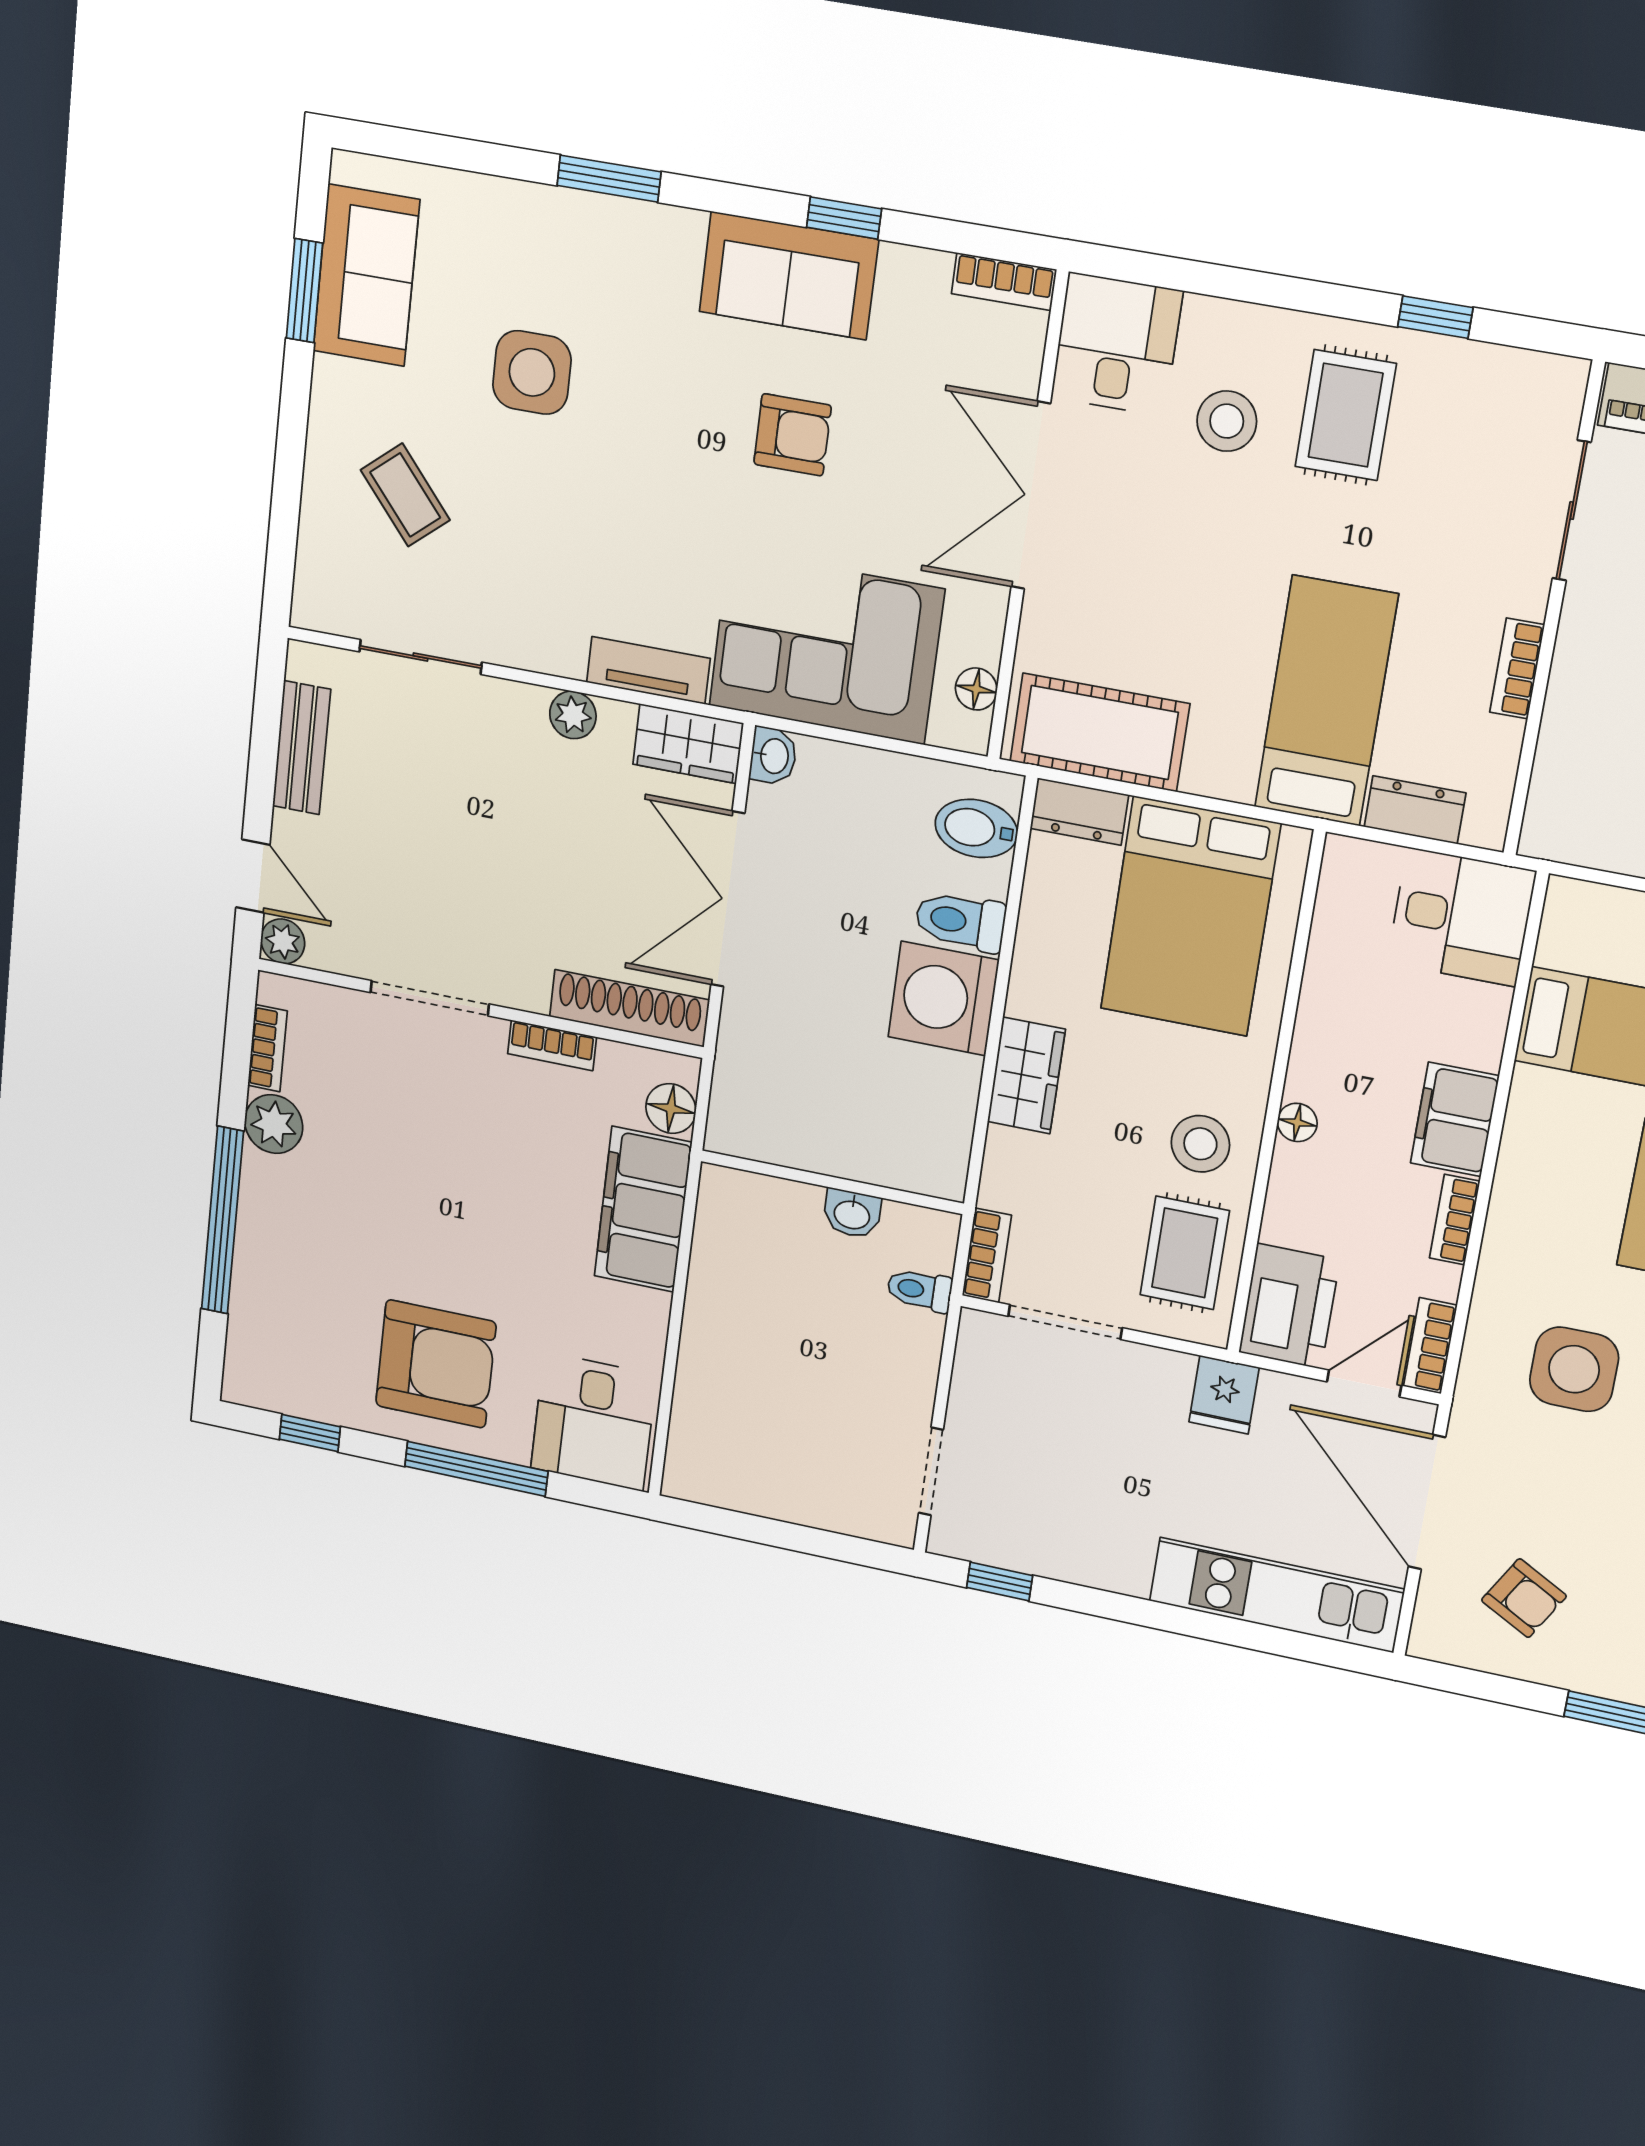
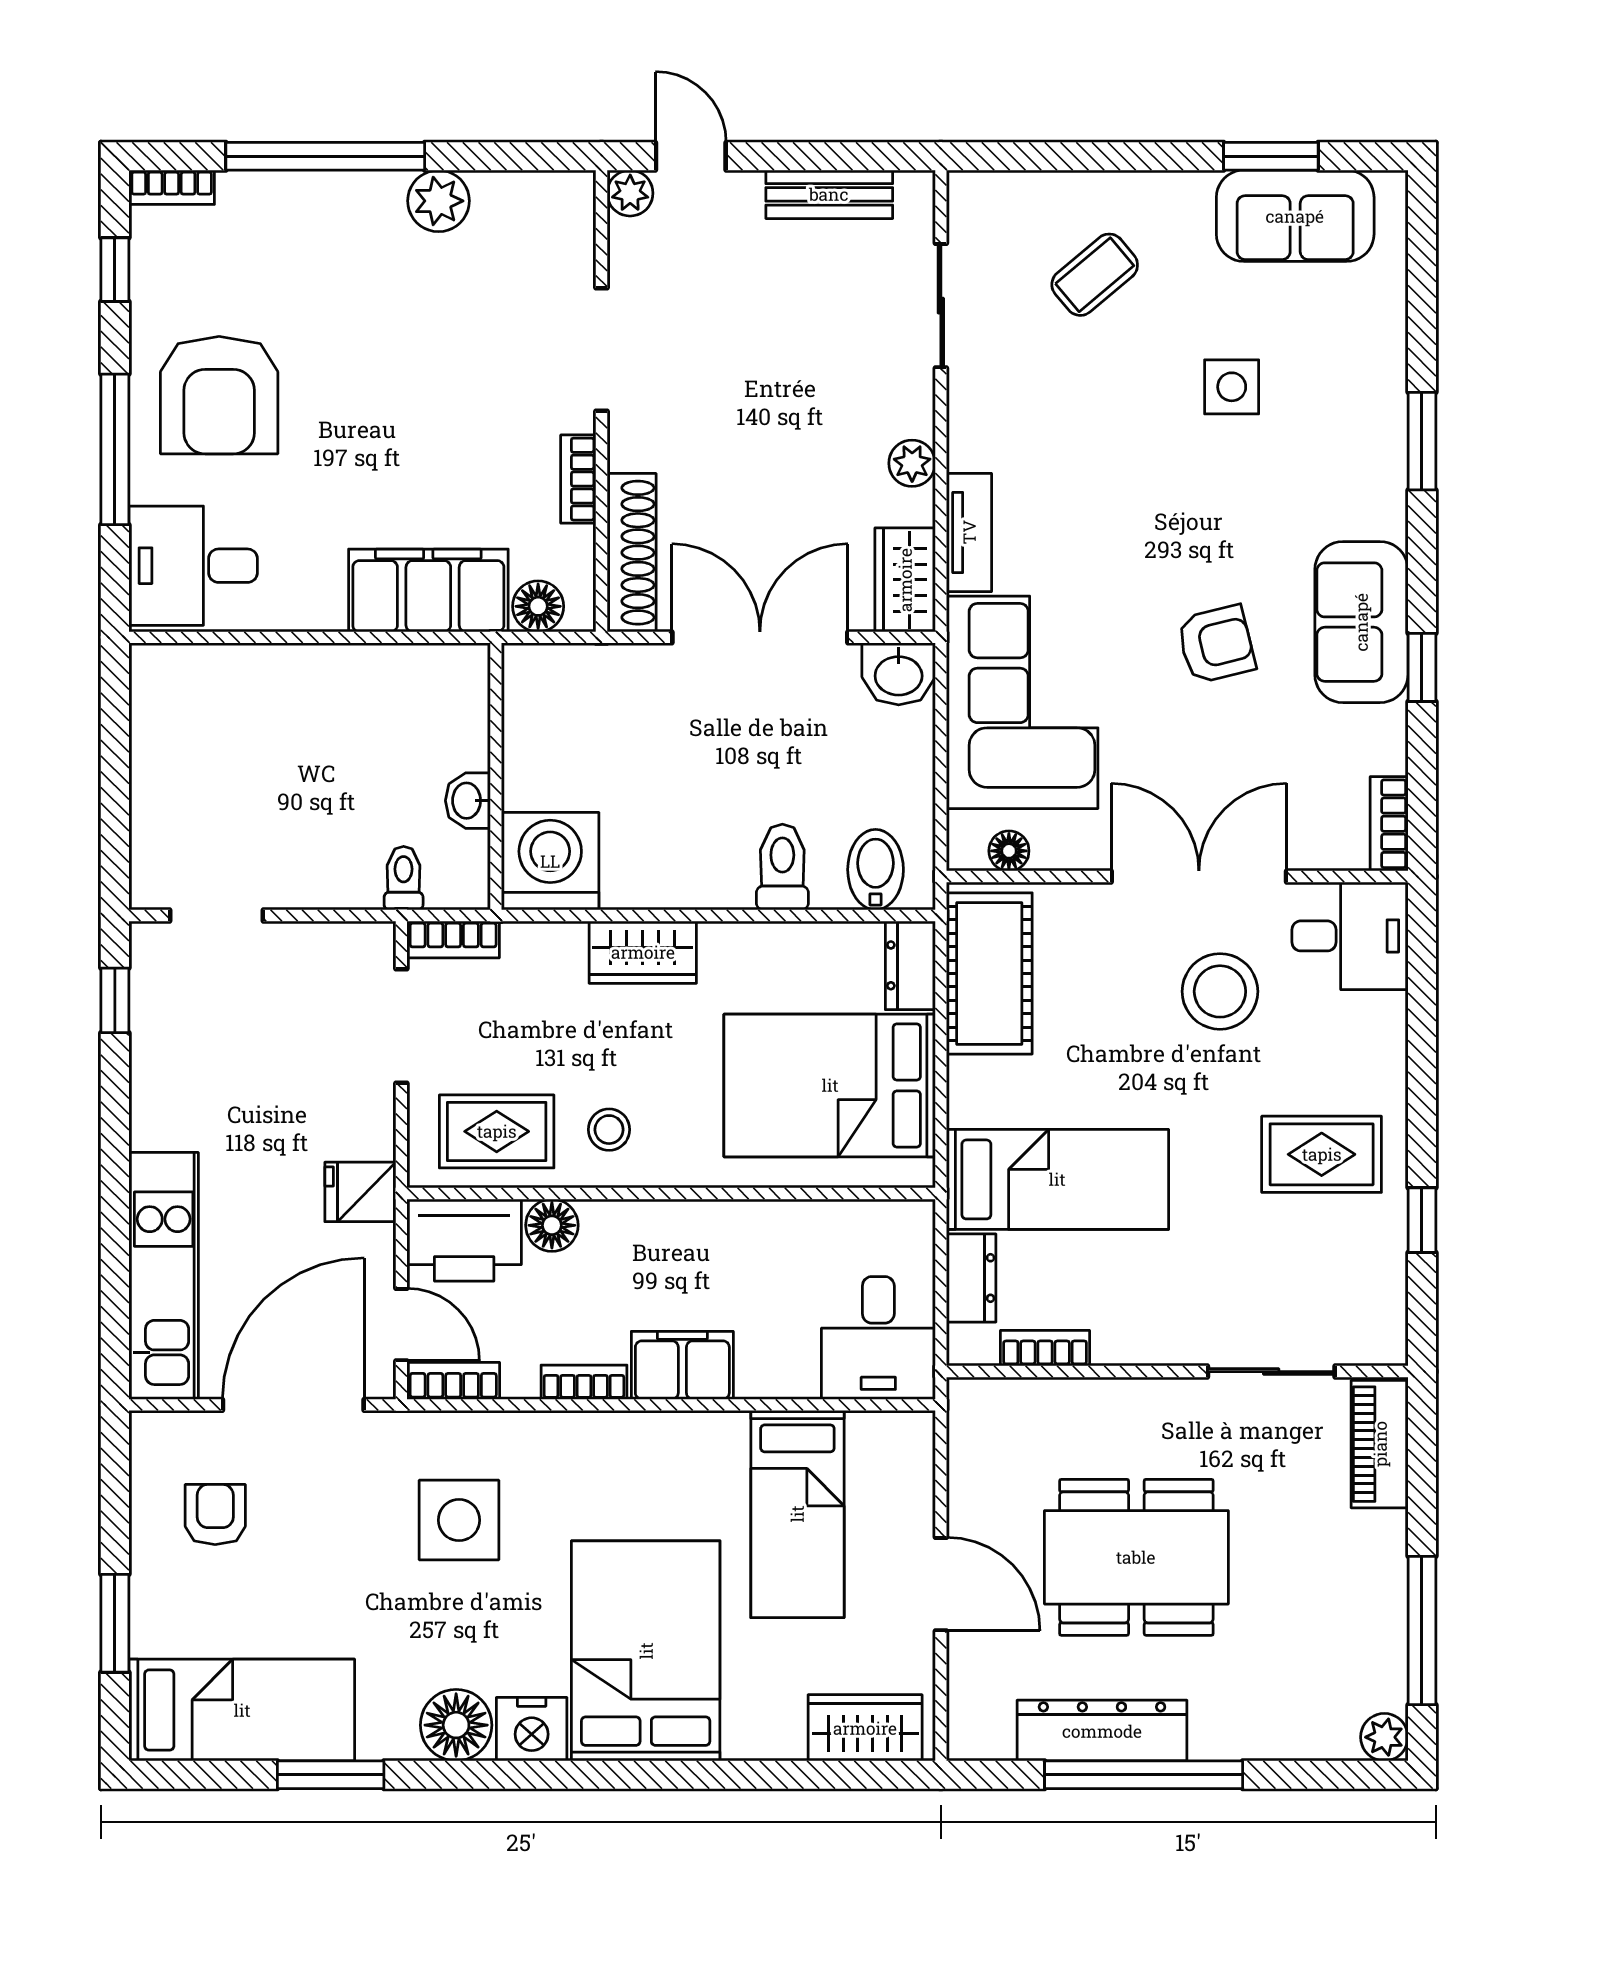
side table: (532, 372) -> (1232, 387), width x0.73, depth x0.73
stool: (1227, 421) -> (1220, 991), moved, width x1.38, depth x1.38
armchair: (792, 435) -> (1216, 644), turned -104
bookcase: (1517, 669) -> (1045, 1348), moved
washbasin: (773, 756) -> (899, 674), width x1.38, depth x1.45
door: (253, 876) -> (691, 156), swing flipped
washing machine: (943, 998) -> (550, 861), moved
bookcase: (267, 1048) -> (172, 187), moved
floor lamp: (1297, 1122) -> (552, 1225), moved, width x1.37, depth x1.37
stool: (1200, 1144) -> (609, 1130), width x0.73, depth x0.73
armchair: (1524, 1598) -> (215, 1514), turned 151

